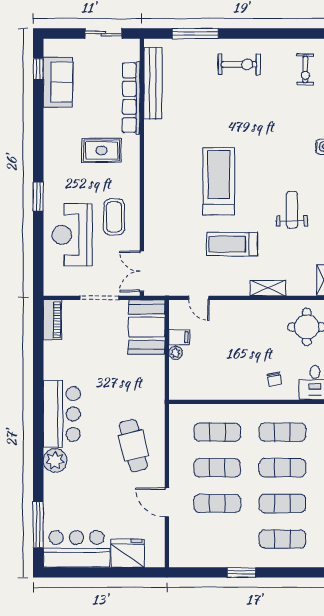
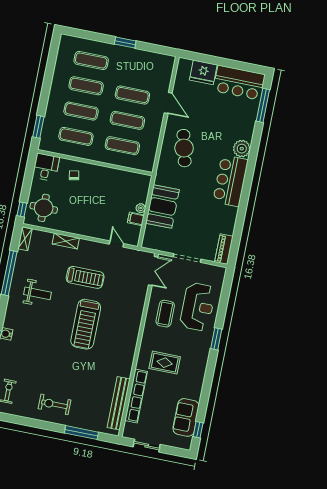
weight bench: (292, 210) -> (38, 293), turned -90
booth: (147, 327) -> (162, 206), moved

